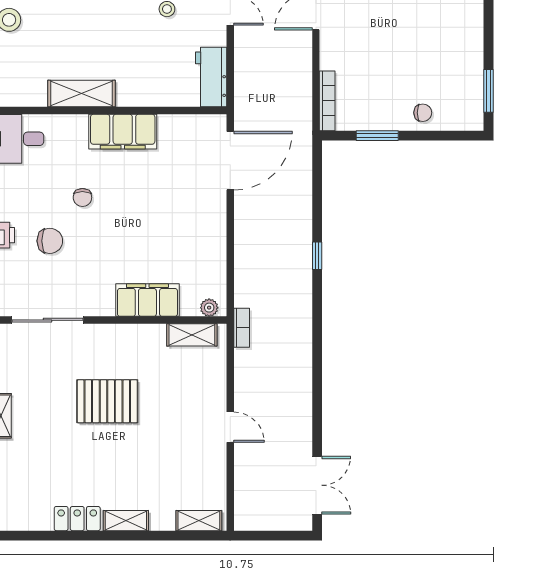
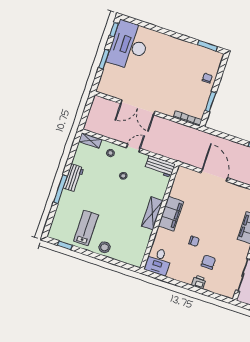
shelving: (81, 94) -> (152, 213), moved
door: (230, 161) -> (214, 175), moved

